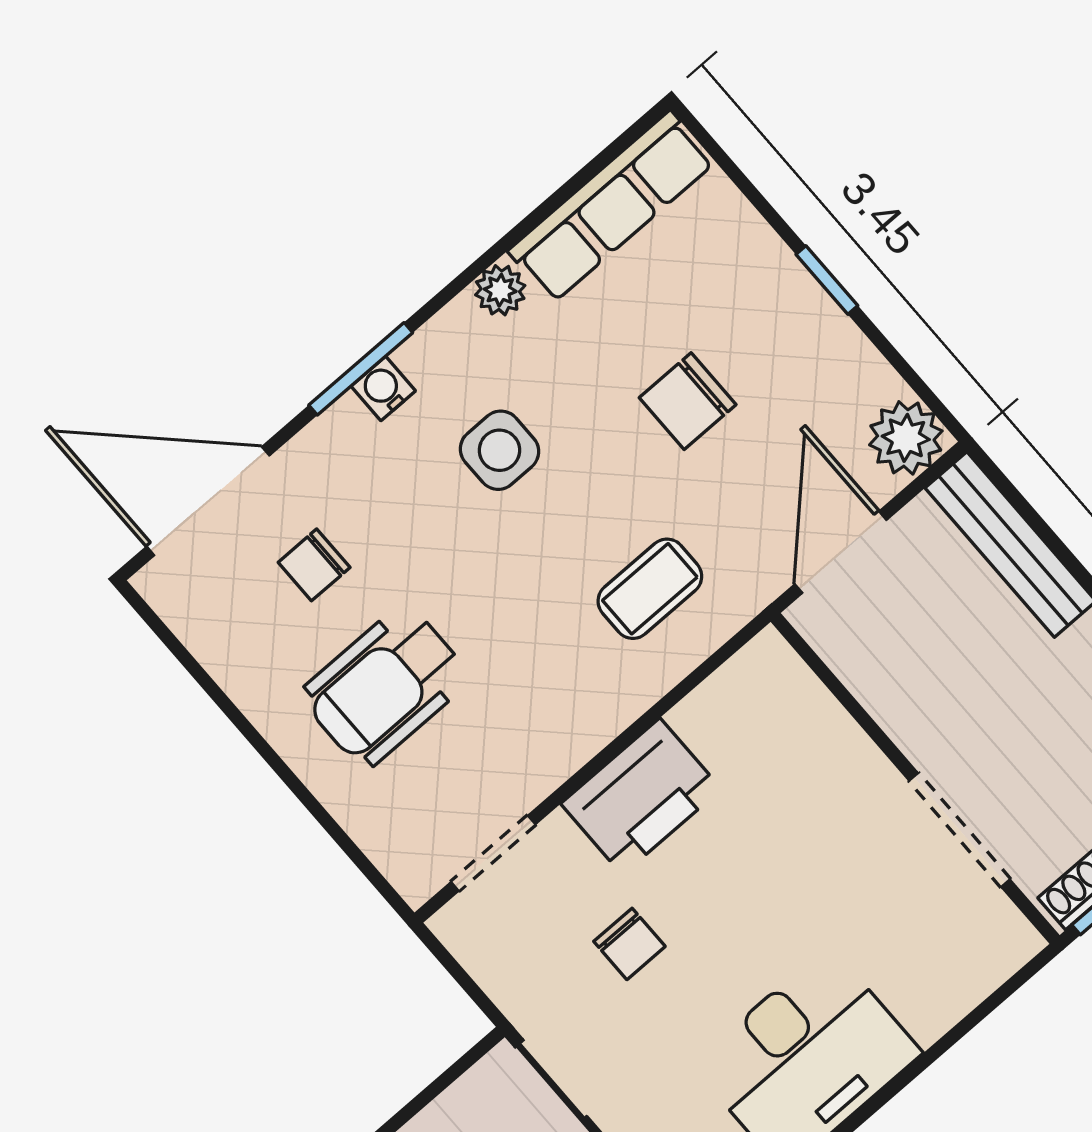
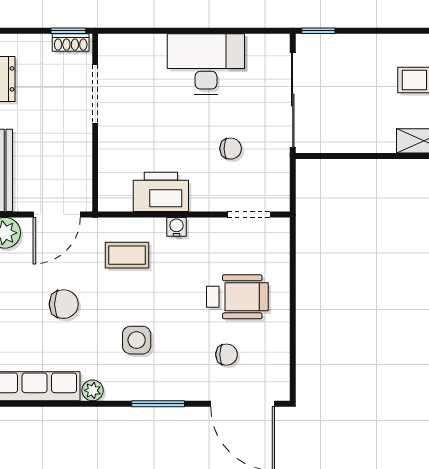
water cooler: (383, 388) -> (177, 227), moved, turned 180
printer: (641, 796) -> (161, 192), moved
chair: (629, 944) -> (231, 149), turned 90

